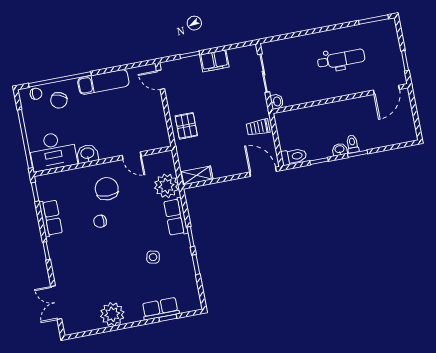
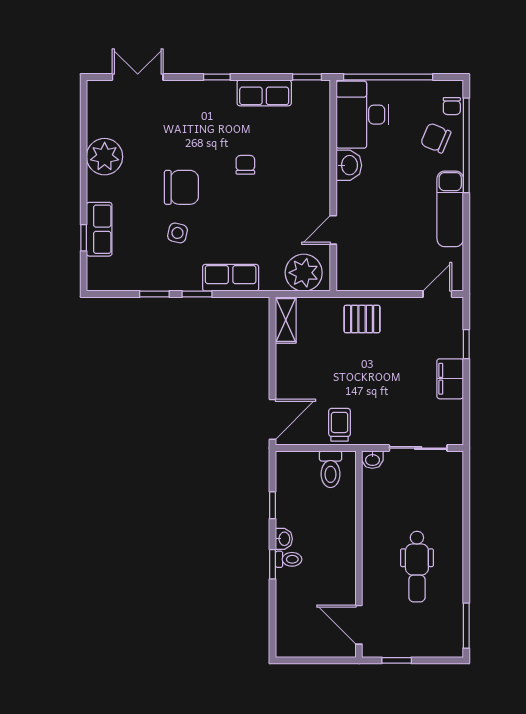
toilet: (294, 156) -> (331, 469), moved
plant: (166, 186) -> (304, 273), moved
chair: (107, 189) -> (181, 187), moved

